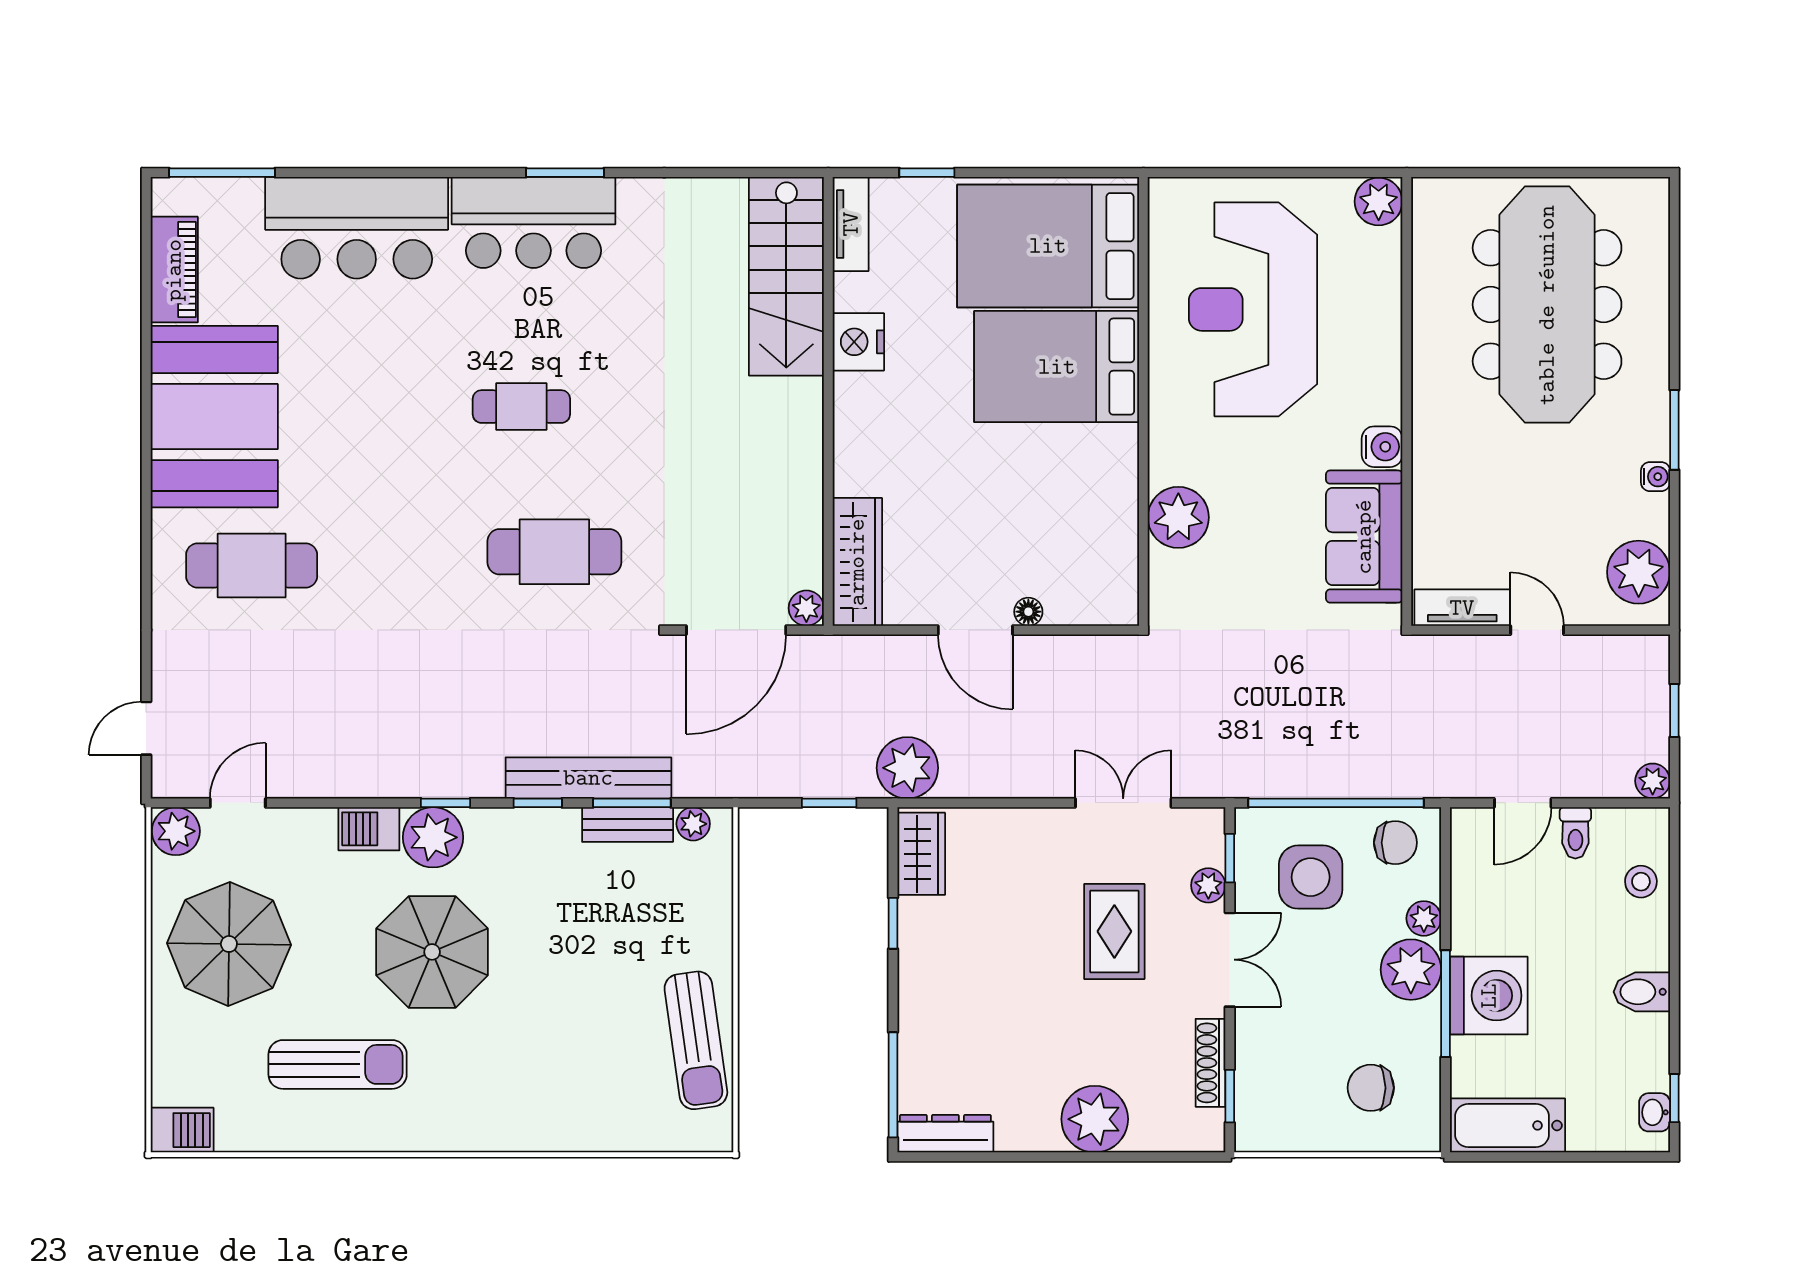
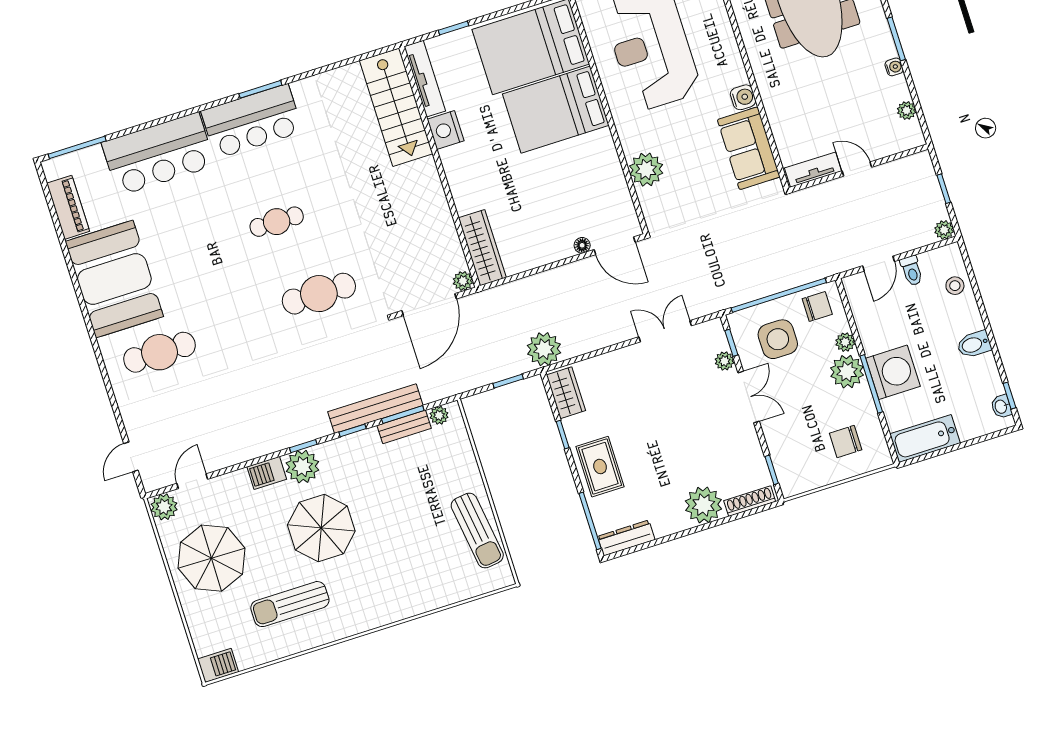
tv unit: (851, 224) -> (425, 79), width x1.41
plant: (1639, 572) -> (907, 110), width x0.53, depth x0.53
door: (975, 630) -> (615, 246), moved
rug: (1114, 931) -> (600, 467), moved
shoe rack: (1210, 1063) -> (750, 501), moved, turned 90
sun lounger: (338, 1064) -> (290, 604), turned 180

